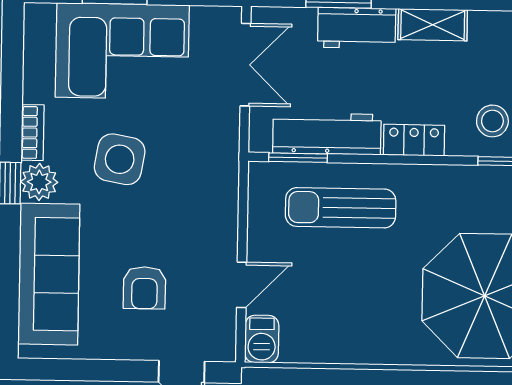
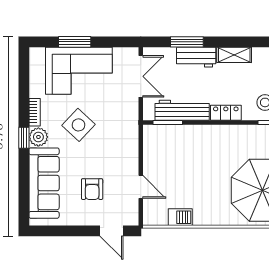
side table: (120, 159) -> (78, 125), turned 33
sun lounger: (341, 208) -> (190, 147), removed
door: (242, 285) -> (141, 187), hinge flipped
barbecue: (262, 339) -> (180, 217), moved, turned -90

